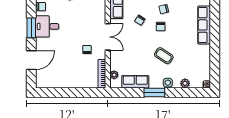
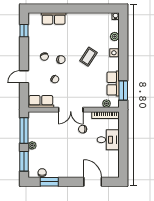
row of seats: (204, 25) -> (54, 18), width x0.68
desk: (47, 26) -> (108, 140), moved, turned -90
window: (31, 28) -> (49, 182), moved
double door: (108, 37) -> (71, 110), swing flipped
window: (154, 92) -> (123, 91), moved

